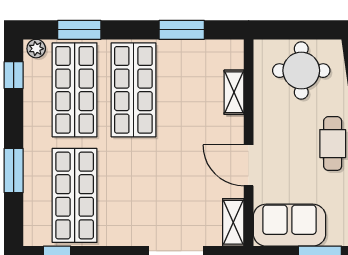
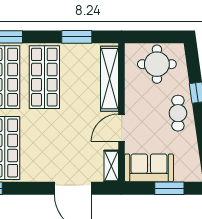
shelving: (234, 92) -> (110, 79), width x2.20, depth x1.33
door: (249, 165) -> (122, 128), hinge flipped

